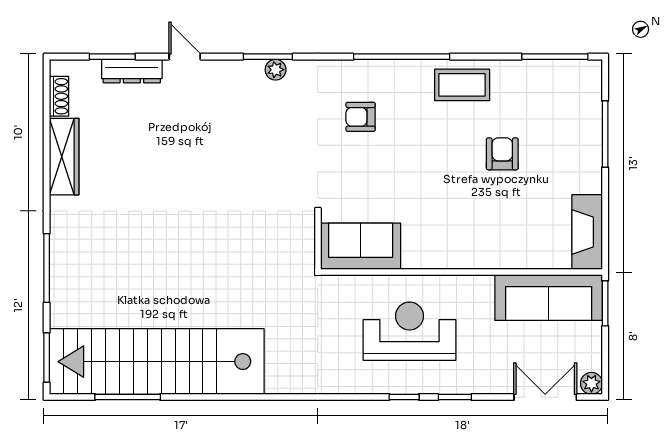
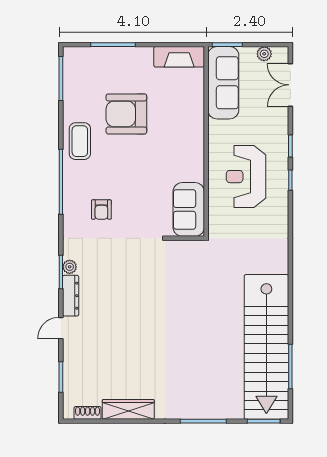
dresser: (132, 71) -> (71, 296), moved
armchair: (502, 154) -> (126, 114), width x1.88, depth x1.88
plant: (591, 383) -> (264, 54), moved

